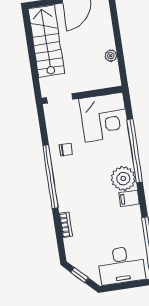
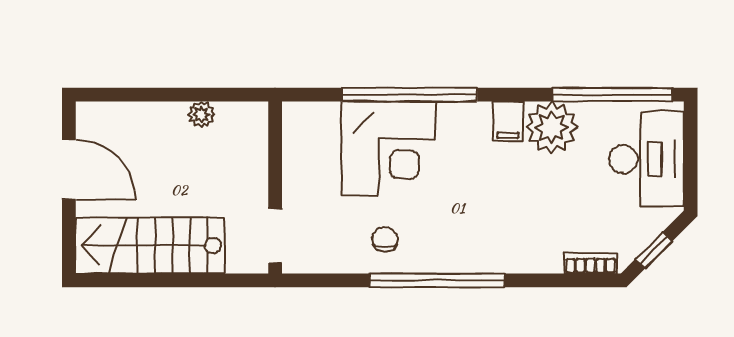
corner desk: (104, 117) -> (388, 148), moved, turned 90
plant: (123, 179) -> (552, 127), moved
bookcase: (66, 225) -> (591, 263), moved

